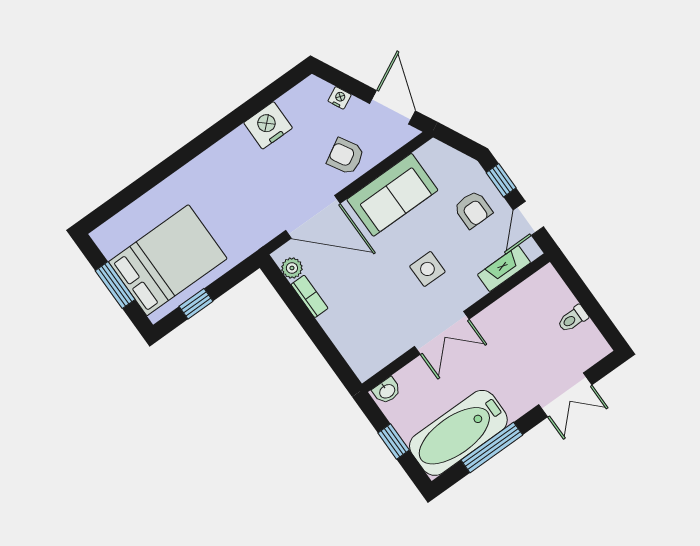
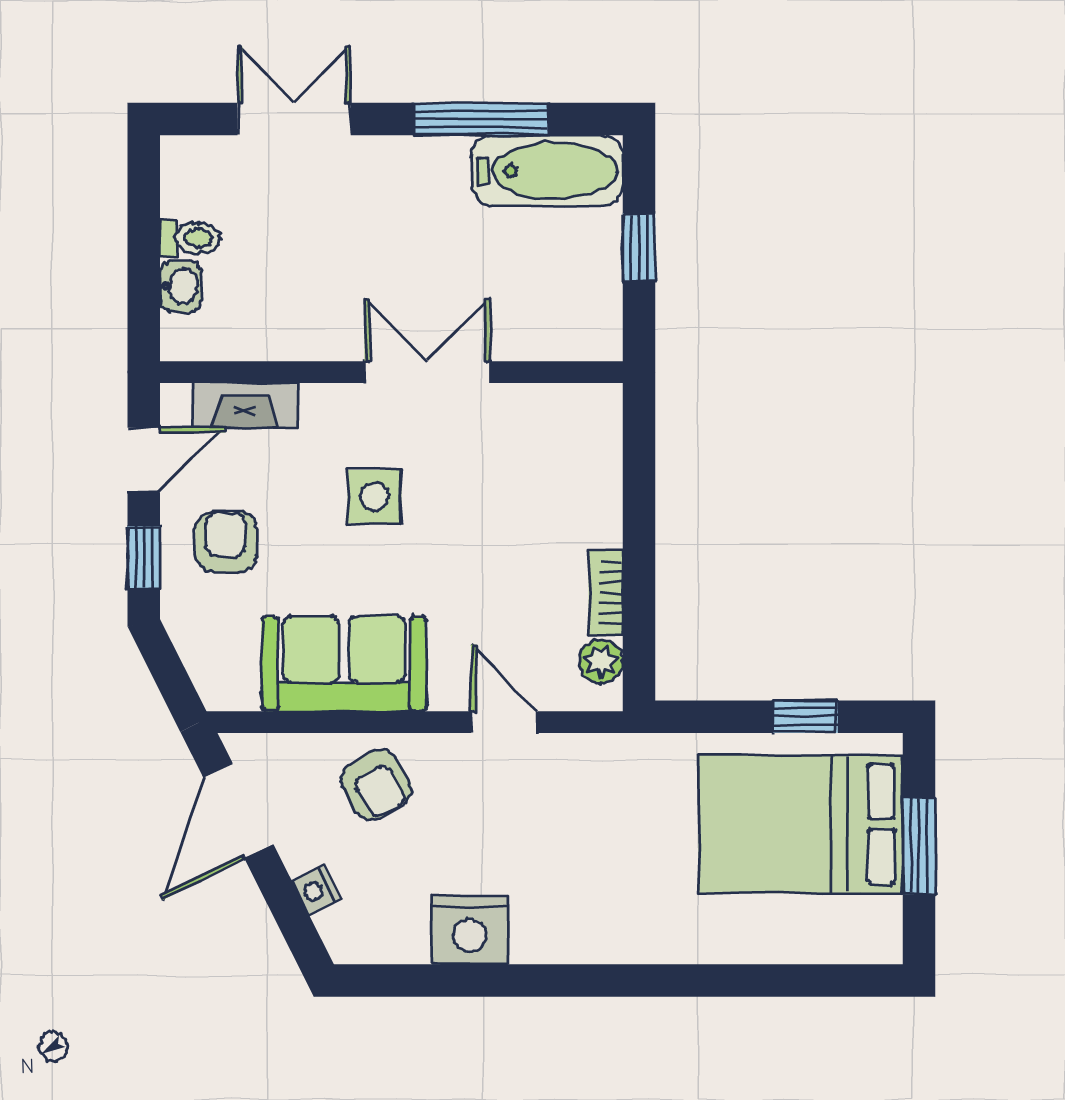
door: (313, 217) -> (504, 722), width x0.53
washbasin: (387, 391) -> (181, 286), moved, turned 90
bathtub: (458, 433) -> (547, 171), width x0.73, depth x0.73

